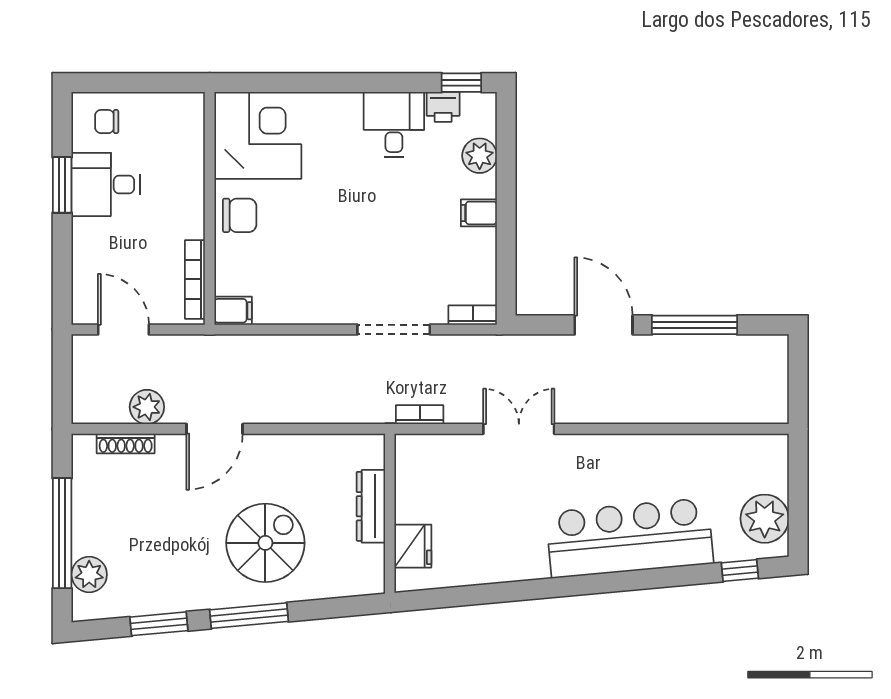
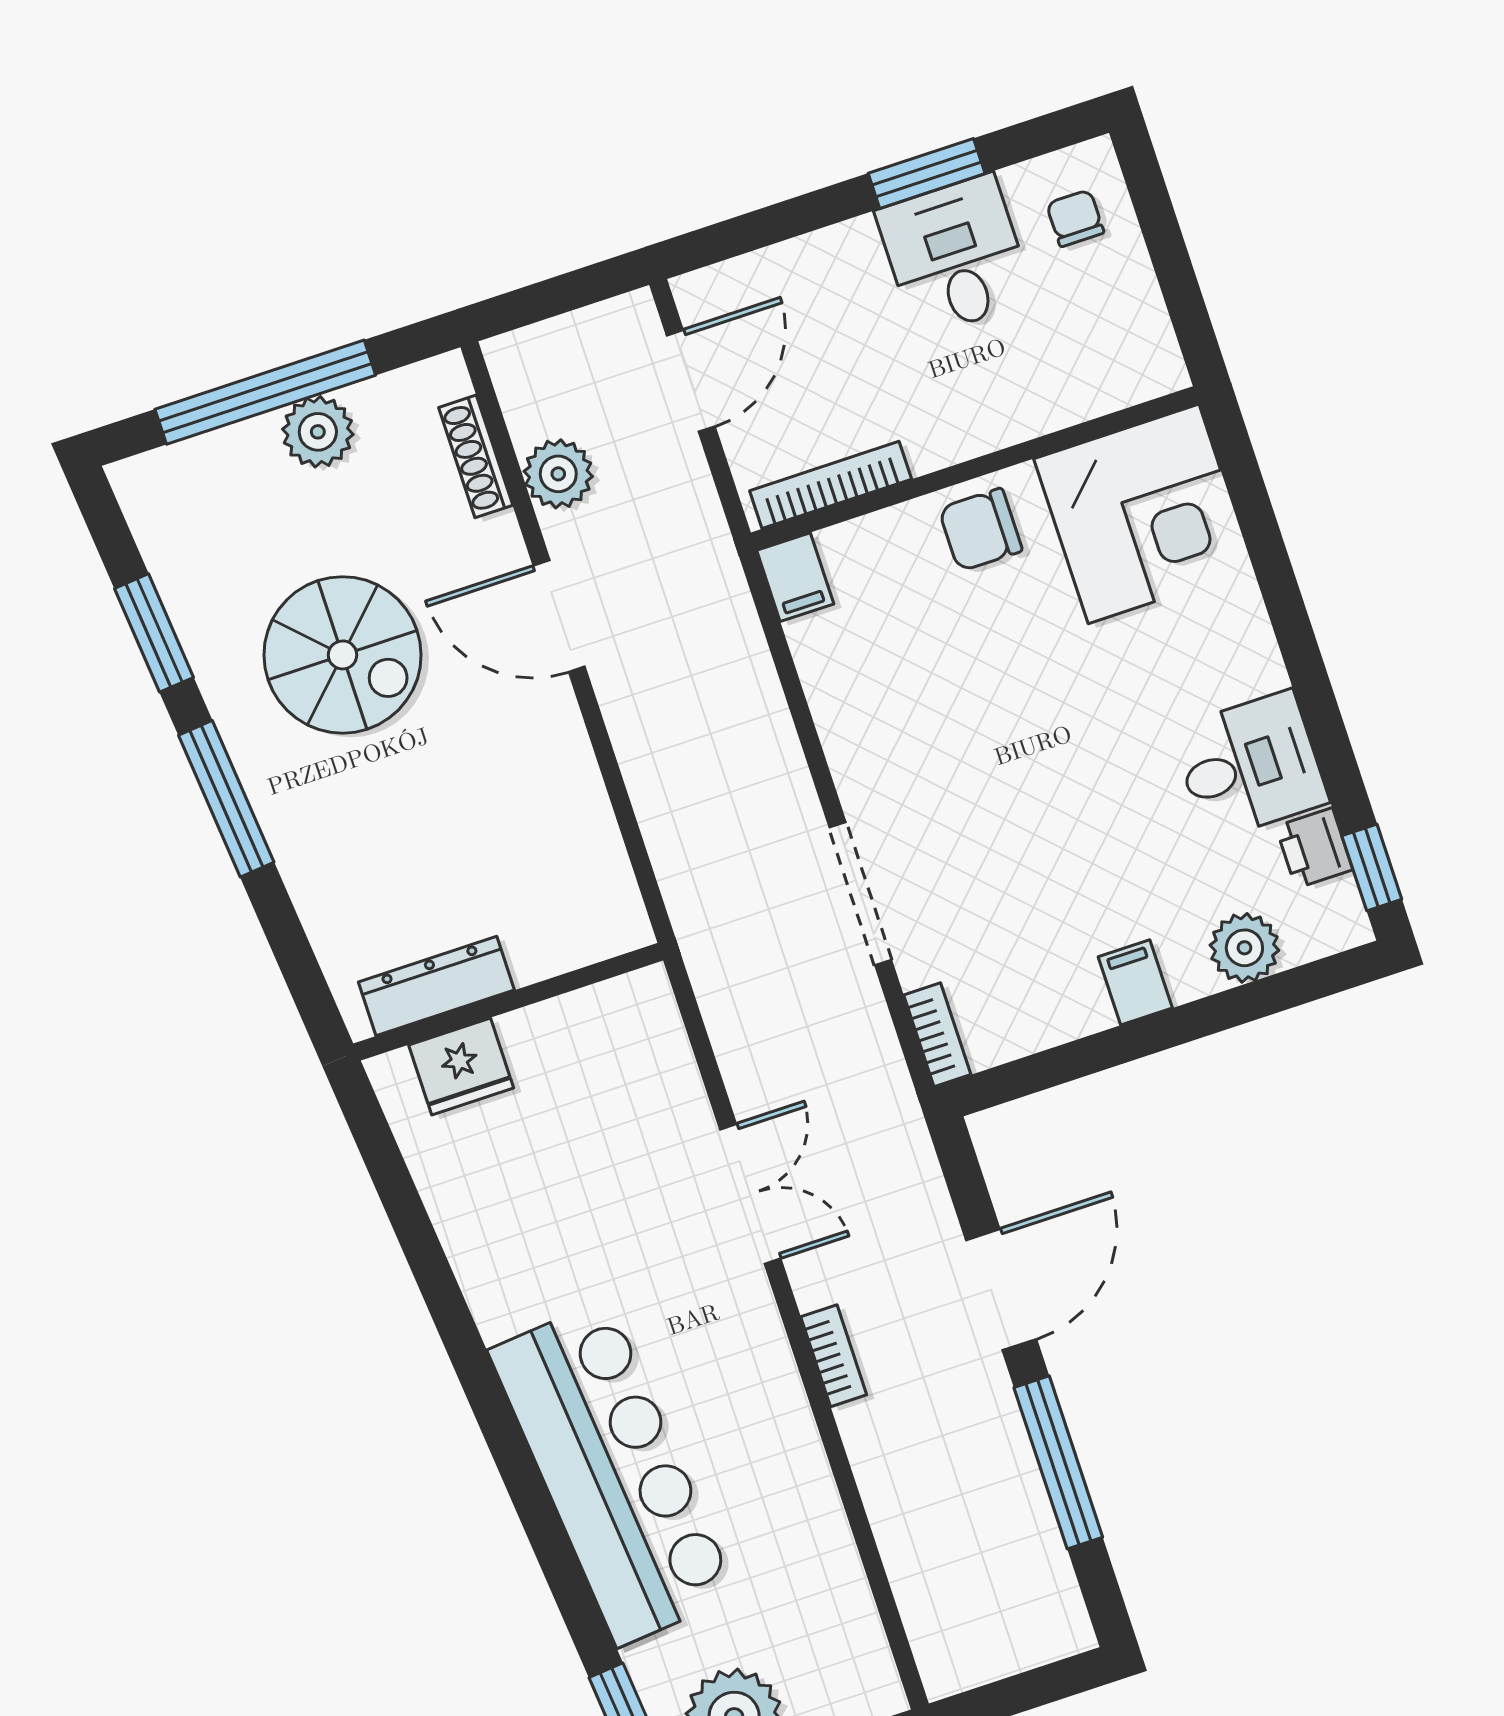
chair: (240, 215) -> (980, 530), turned 90
bookcase: (420, 415) -> (834, 1356), moved
dresser: (371, 506) -> (436, 986), moved
spiral stairs: (265, 543) -> (343, 655), moved
plant: (89, 575) -> (318, 432), moved

